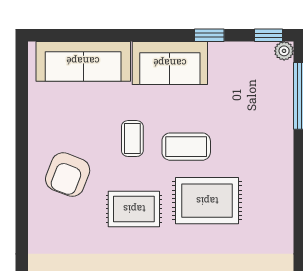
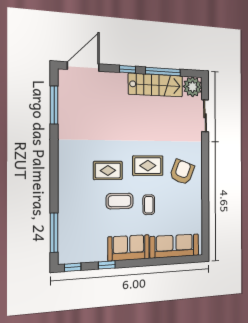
plant: (284, 51) -> (63, 259), removed
armchair: (68, 175) -> (182, 172), moved
rug: (207, 201) -> (108, 170), width x0.73, depth x0.70

